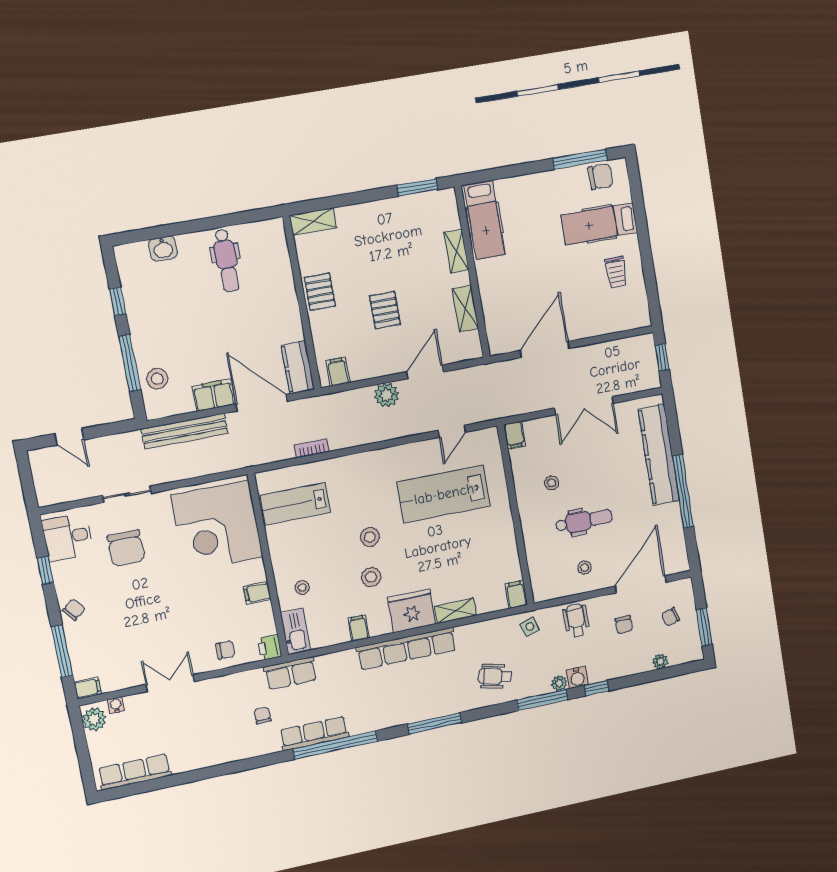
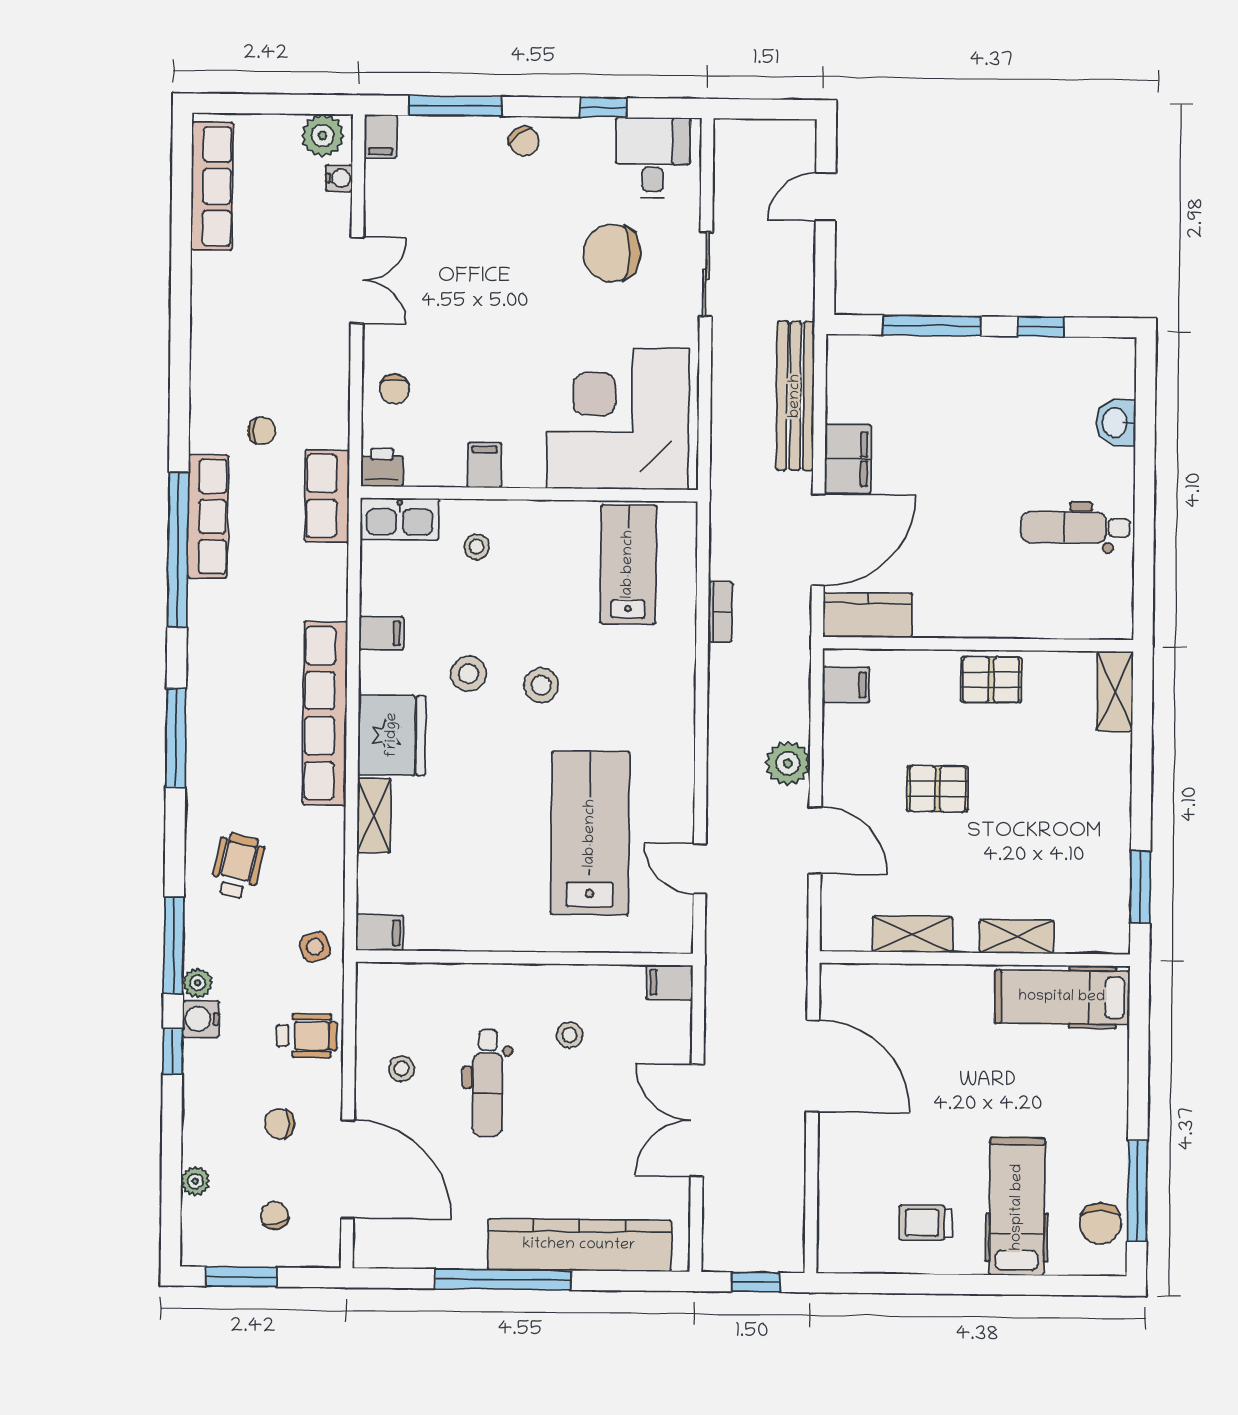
stool: (157, 379) -> (895, 367), removed

